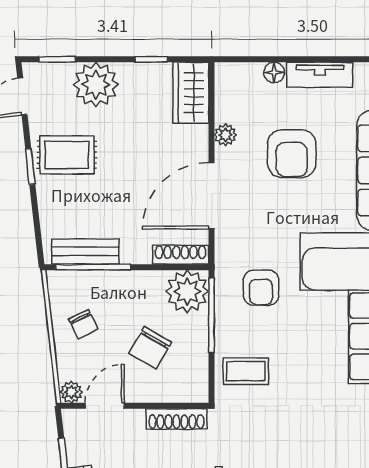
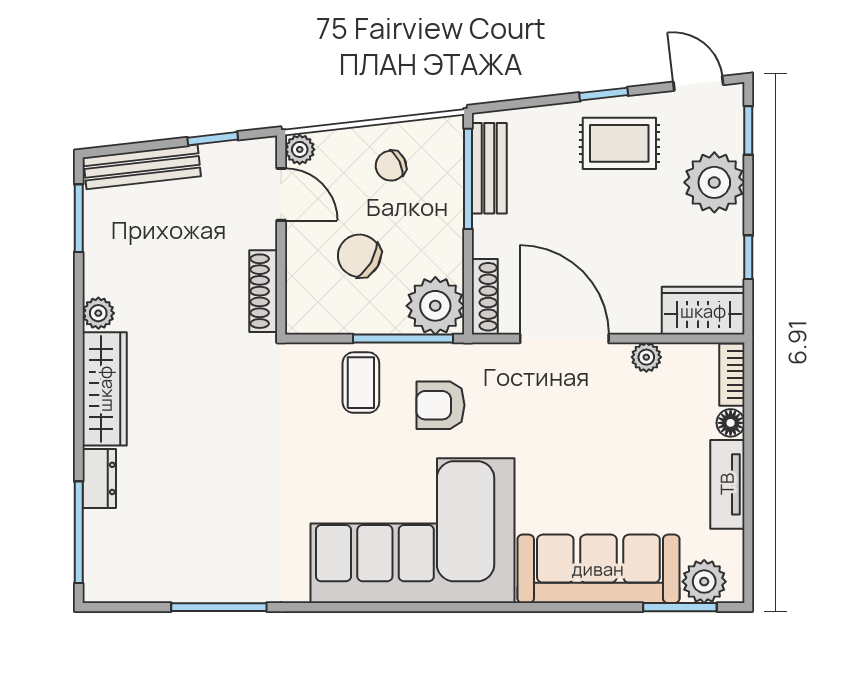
bookcase: (238, 71) -> (732, 375), added
armchair: (292, 154) -> (621, 446), removed
rug: (67, 155) -> (619, 143), turned 90
coffee table: (246, 371) -> (361, 383), moved

